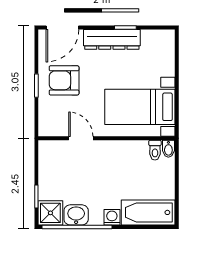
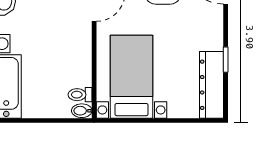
dresser: (112, 39) -> (211, 85), moved

